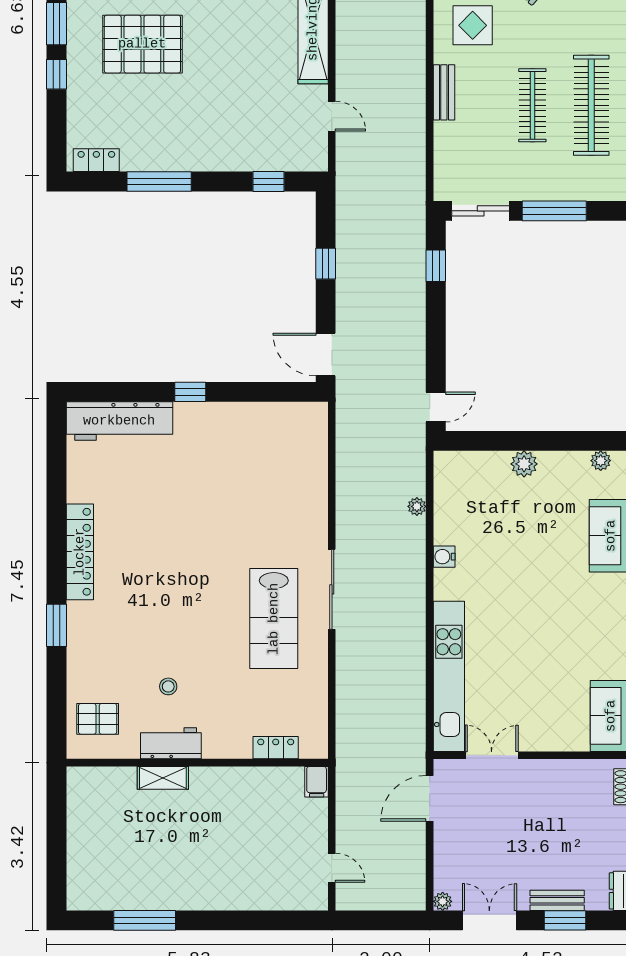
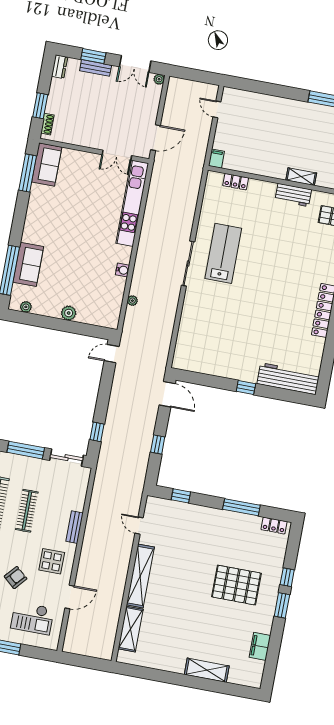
stool: (168, 686) -> (289, 227), removed

